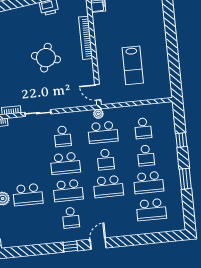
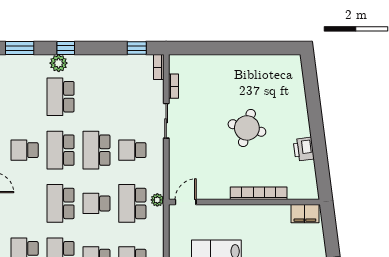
round table: (46, 58) -> (247, 128), moved

